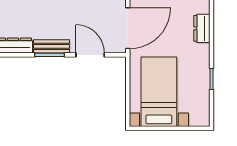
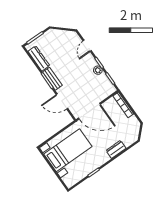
door: (90, 55) -> (62, 102), swing flipped

